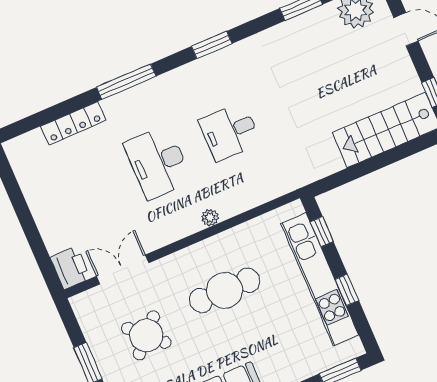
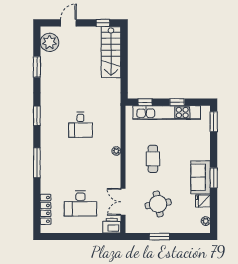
locker: (73, 123) -> (46, 209), moved
desk: (158, 162) -> (80, 204), moved
cafe table: (225, 290) -> (153, 159), width x0.73, depth x0.74
round table: (146, 335) -> (158, 204), turned 36

